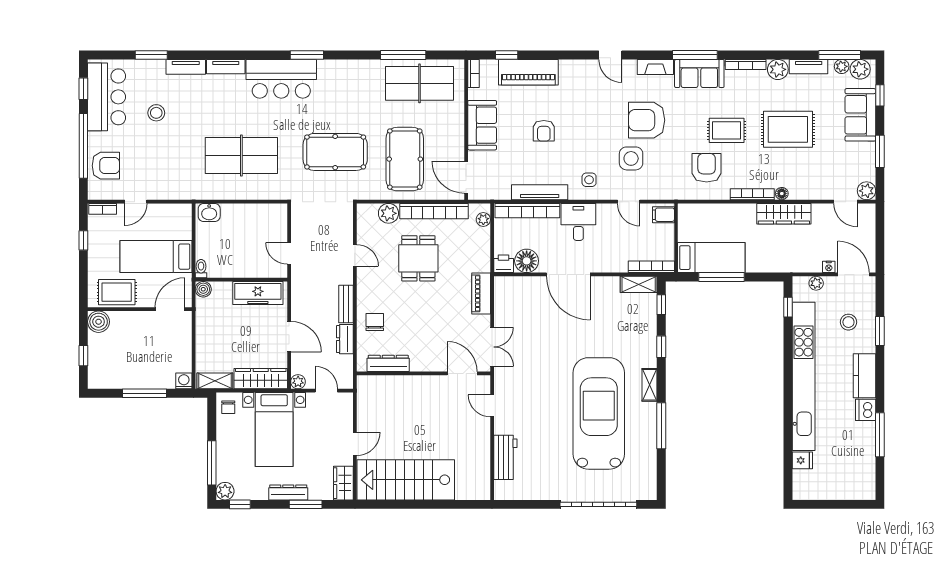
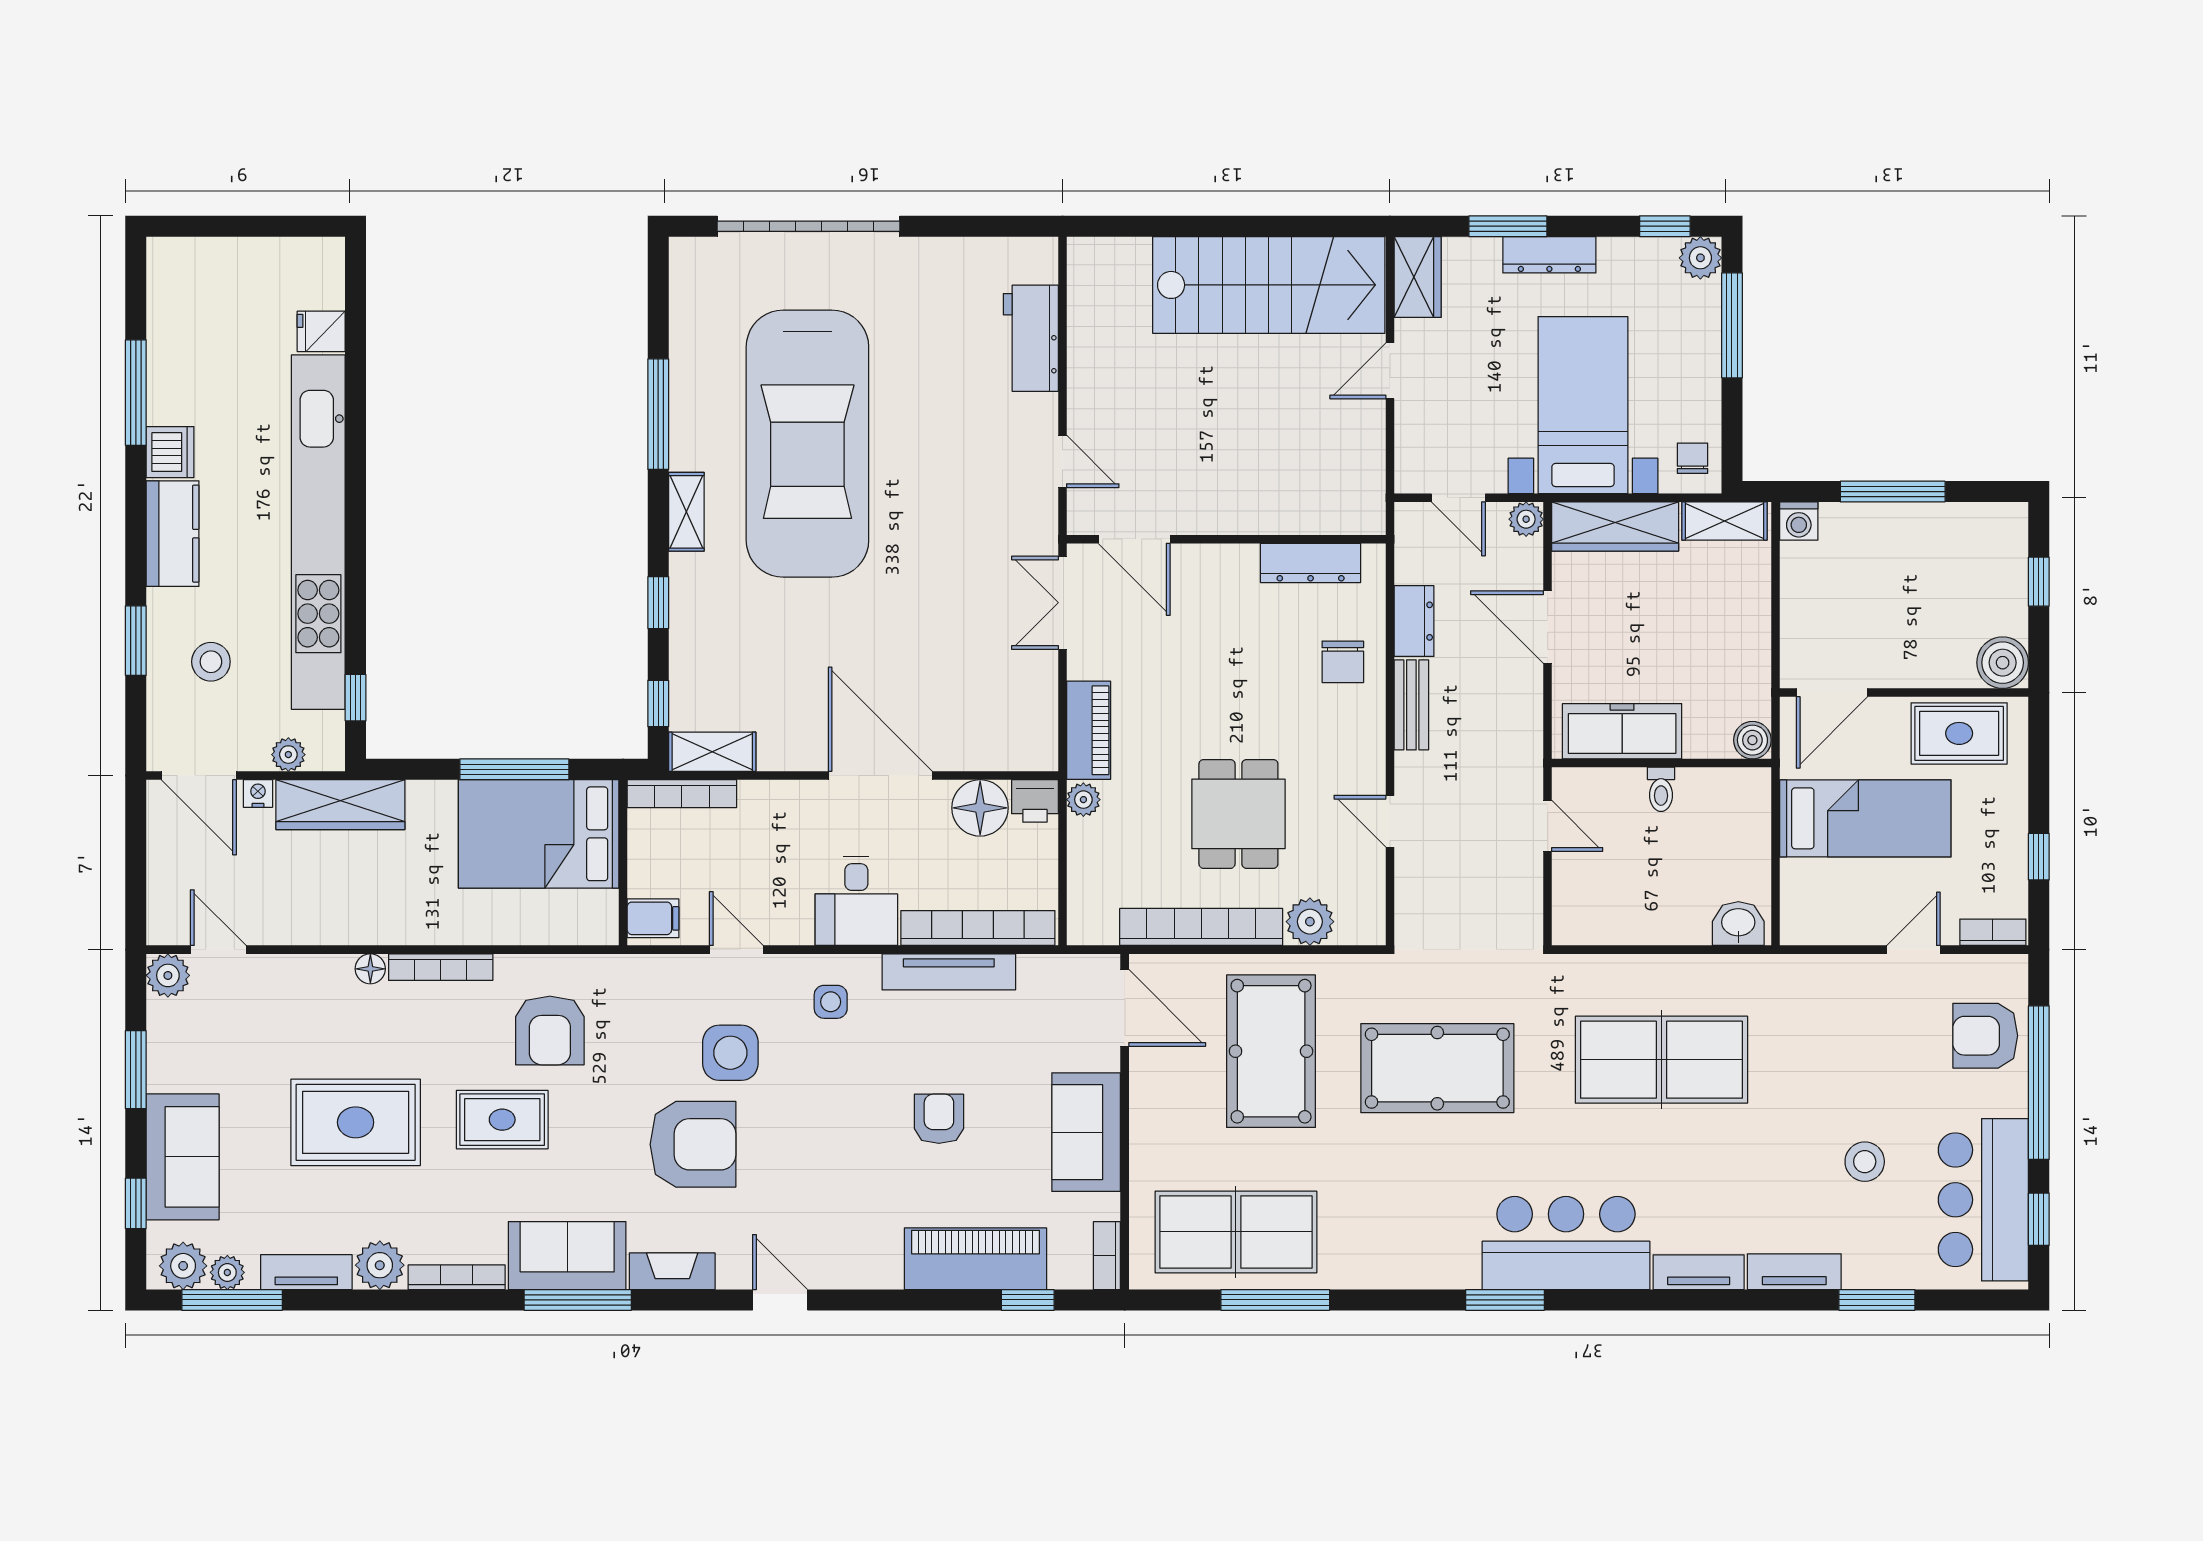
wardrobe: (784, 214) -> (340, 805), moved, turned 180
plant: (483, 220) -> (1083, 800), moved
bed: (711, 258) -> (539, 834), width x1.50
toilet: (201, 269) -> (1661, 789), moved

